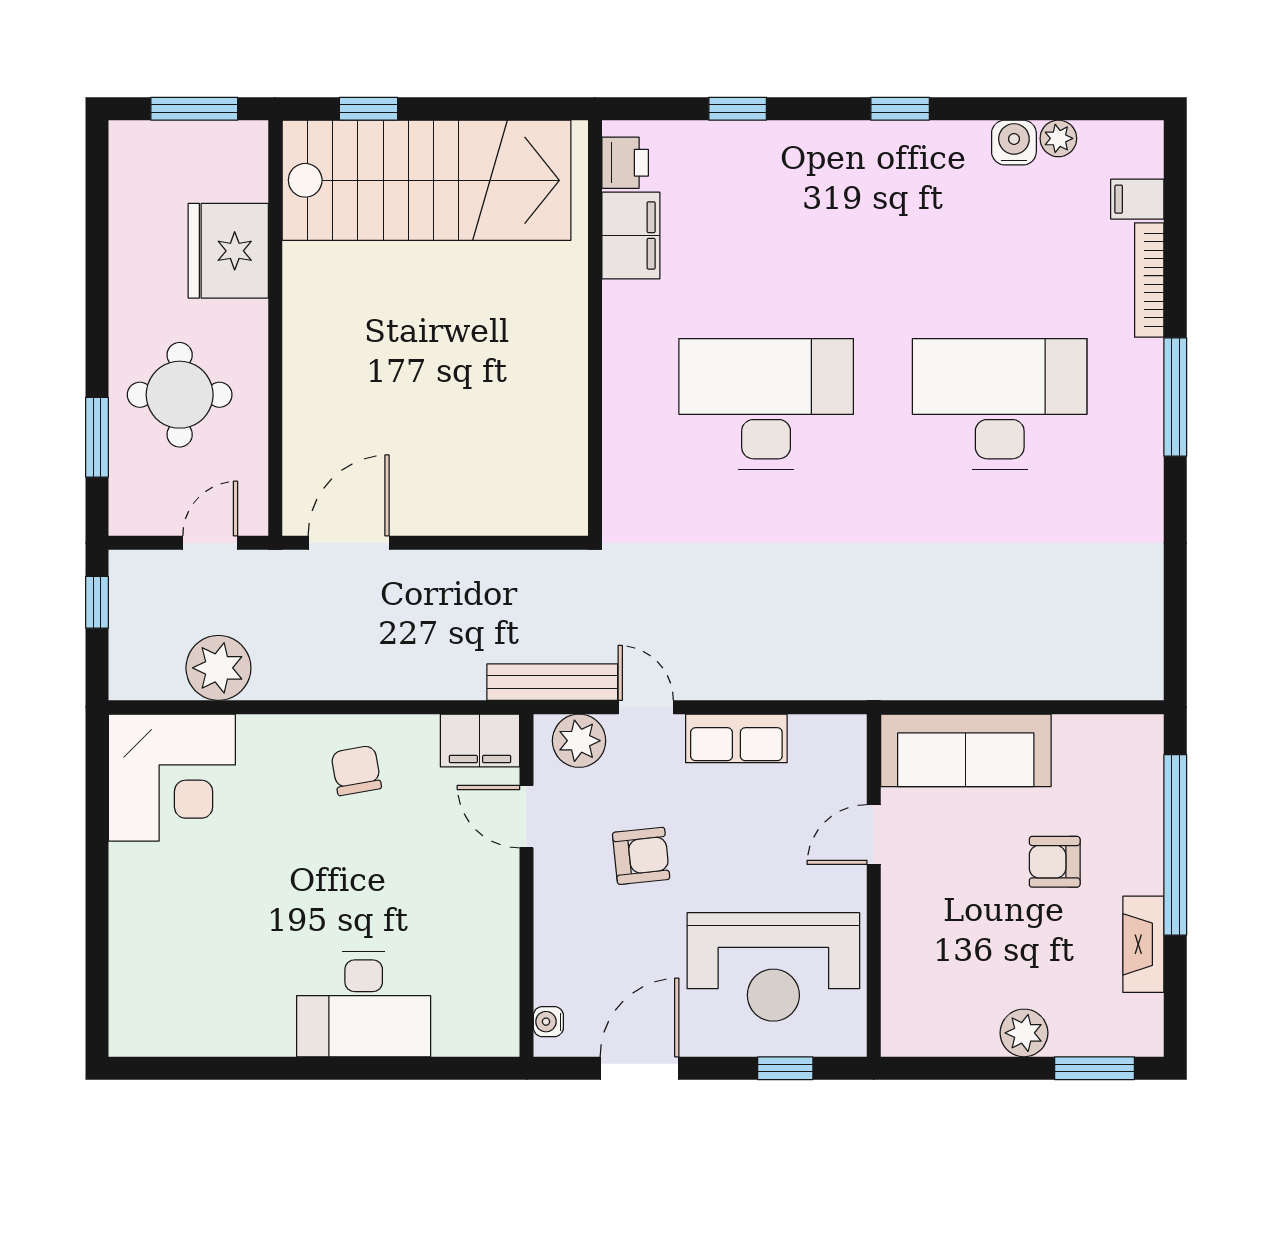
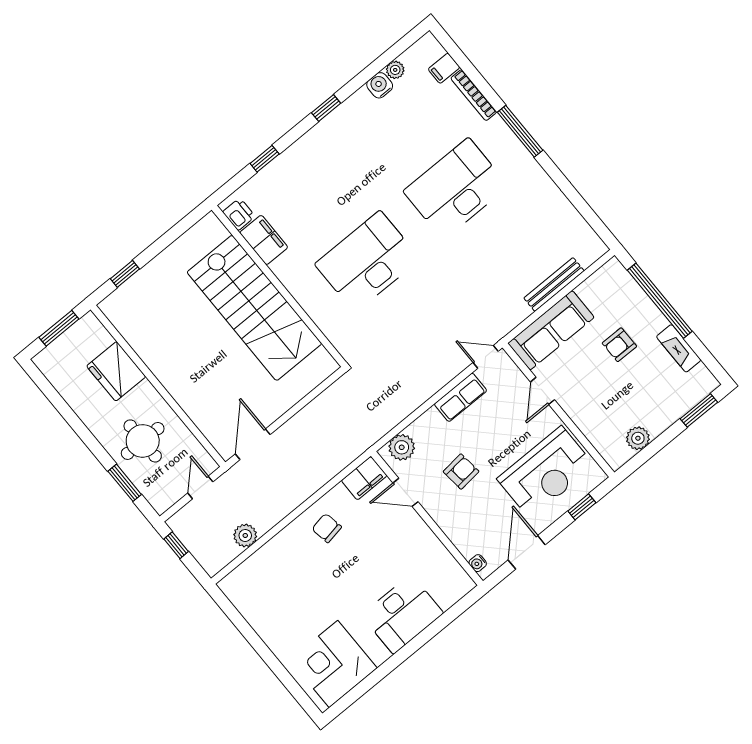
stairs: (426, 180) -> (254, 308), moved, turned 90
plant: (218, 668) -> (245, 535), width x0.73, depth x0.73
bench: (552, 682) -> (554, 284), moved
door: (646, 707) -> (486, 357), moved
corner desk: (172, 778) -> (333, 664), moved, turned 180
plant: (1024, 1033) -> (638, 438), moved

